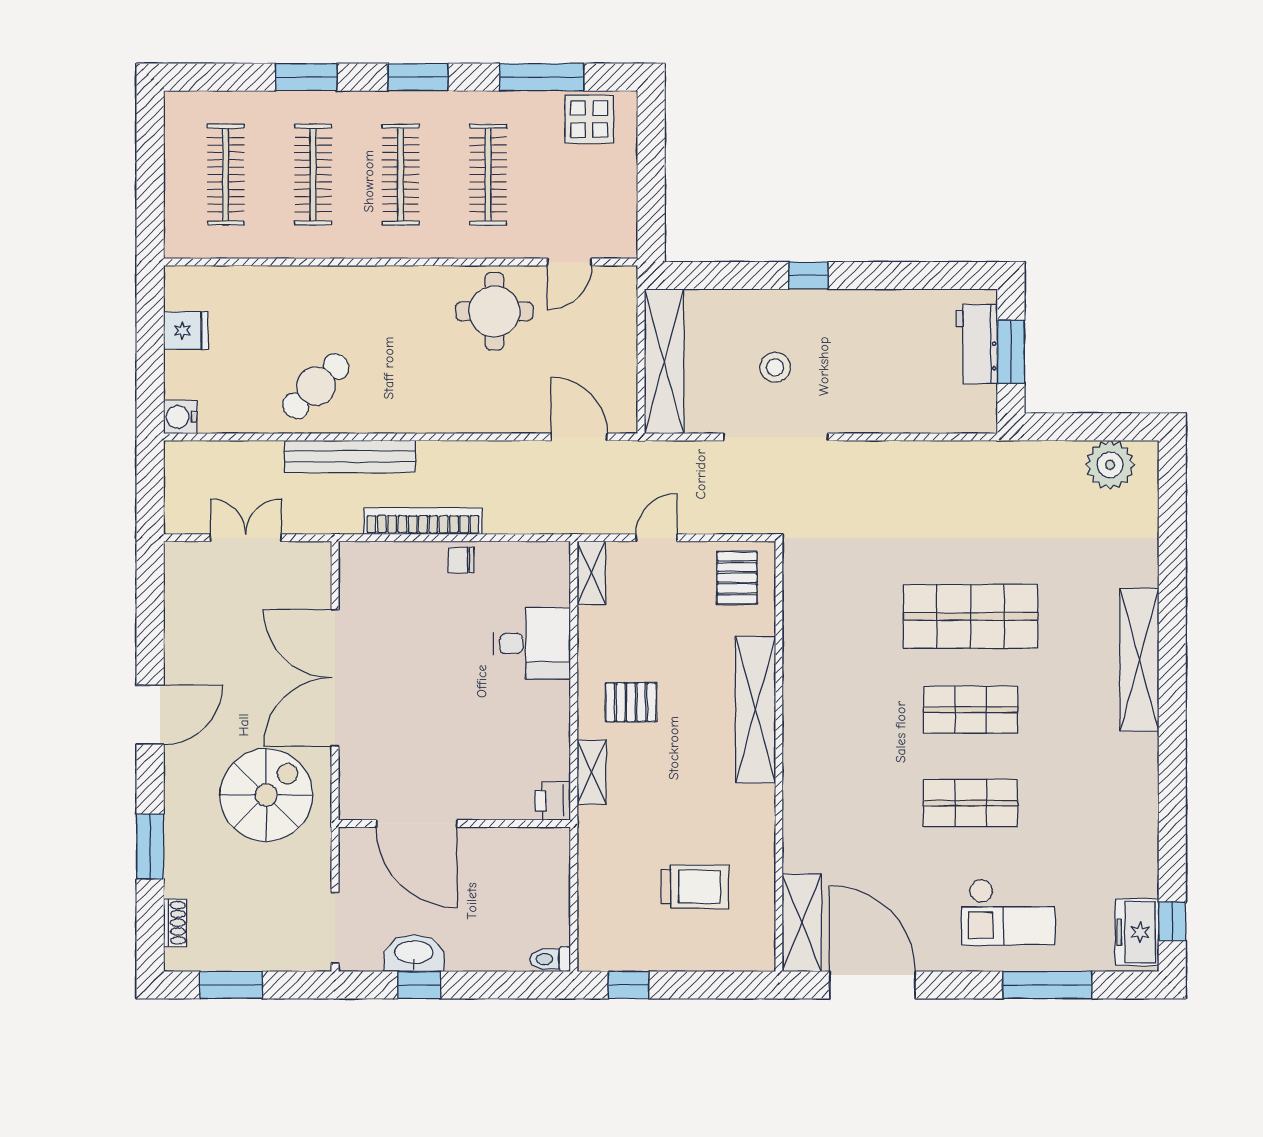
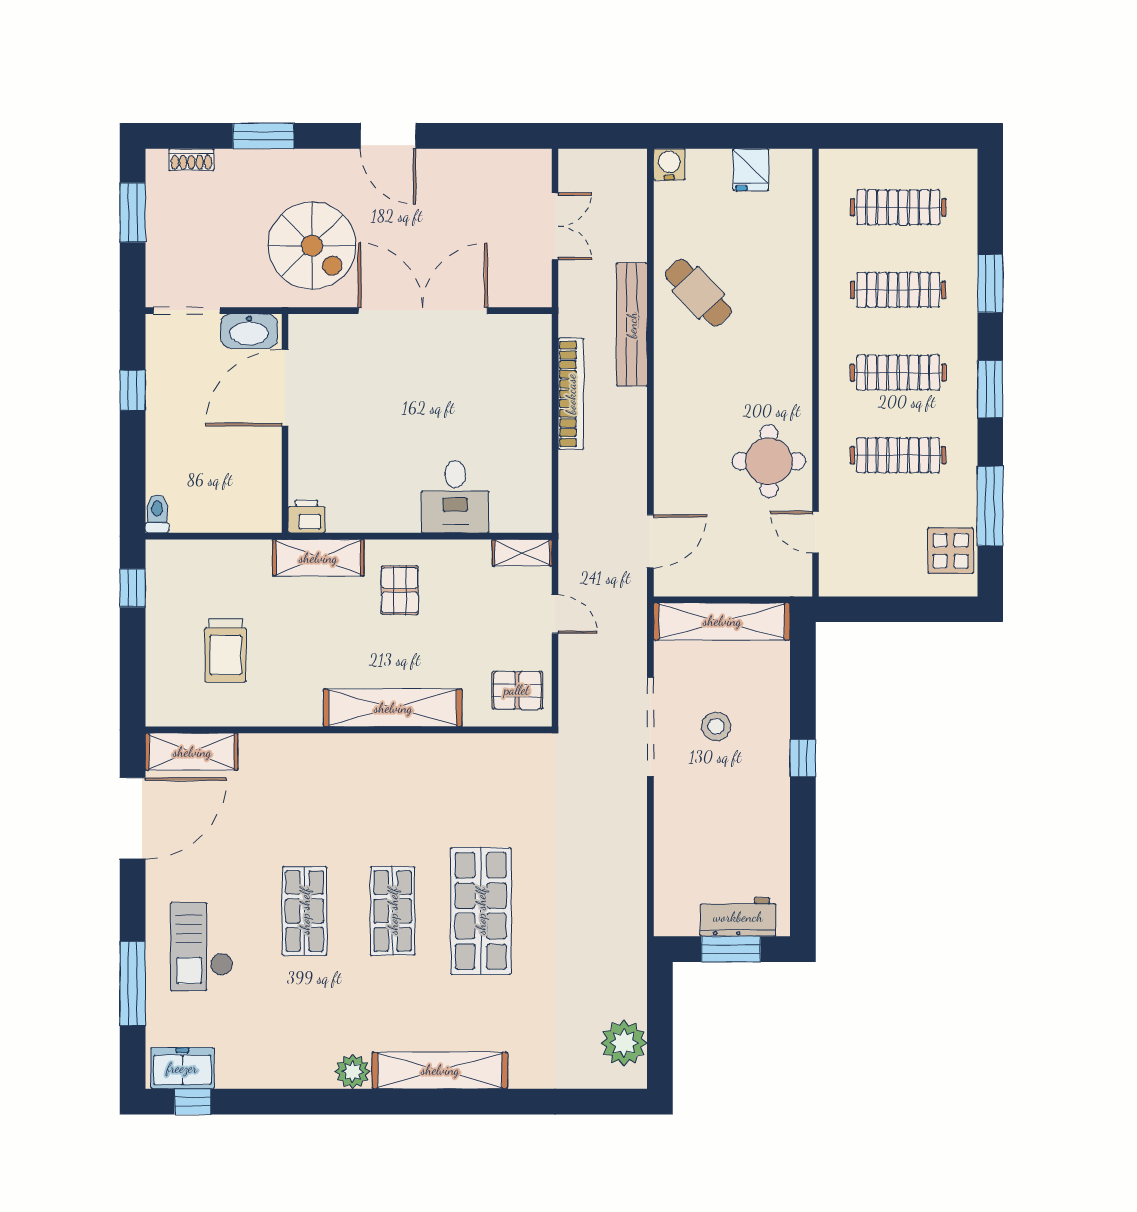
chair: (461, 560) -> (534, 430), removed
plant: (1140, 752) -> (353, 1072), added
shelving: (592, 772) -> (318, 558), width x1.50, depth x1.33
washbasin: (414, 953) -> (249, 331), moved, turned 90

